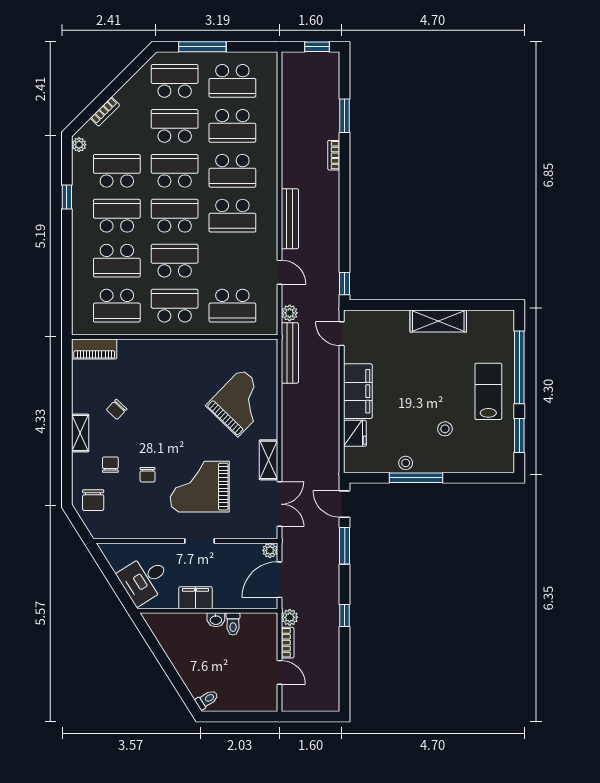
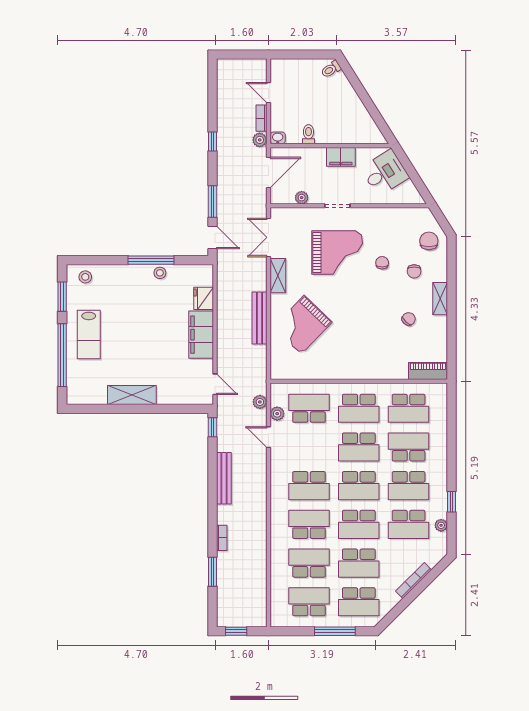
bookcase: (105, 112) -> (414, 581), width x1.56
plant: (79, 145) -> (441, 525), moved
school desk: (232, 216) -> (309, 486), turned 180
bench: (290, 219) -> (224, 478), moved
plant: (269, 299) -> (277, 414), added
school desk: (117, 306) -> (409, 408), turned 180
bench: (290, 353) -> (260, 318), moved
stool: (445, 429) -> (85, 277), moved
plant: (270, 550) -> (302, 198), moved
washbasin: (216, 620) -> (278, 138), moved

